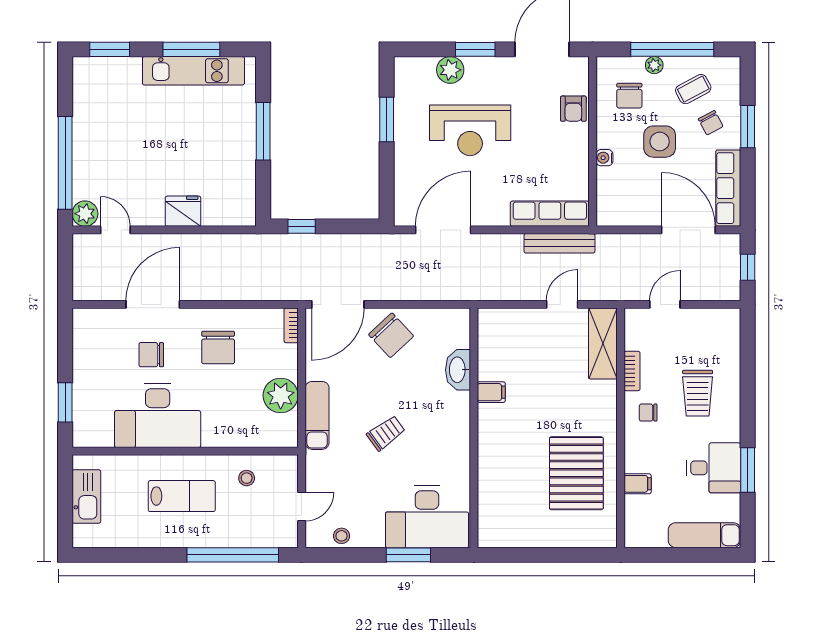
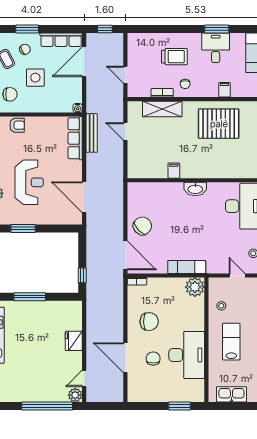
water cooler: (604, 158) -> (78, 108), moved
shelving: (603, 343) -> (162, 109), moved
chair: (151, 355) -> (153, 359), turned 180
washbasin: (458, 370) -> (195, 189), moved
plant: (281, 395) -> (195, 287), moved
trolley: (386, 433) -> (196, 229), removed

